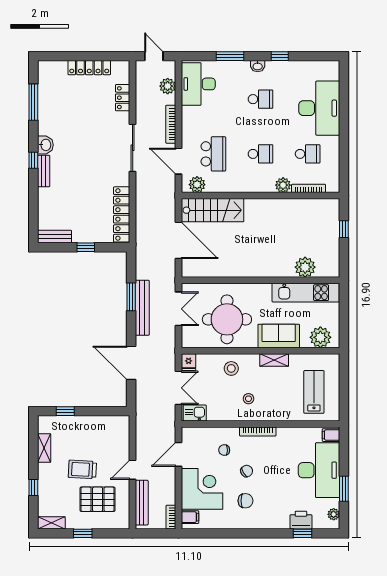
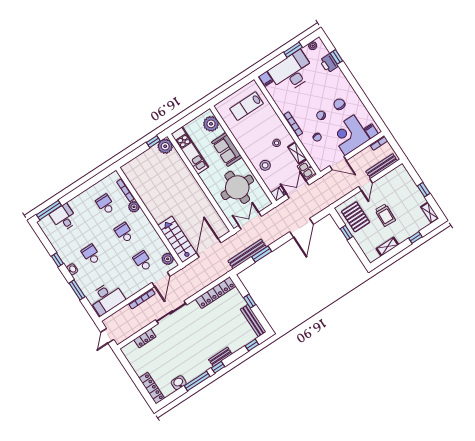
locker: (89, 68) -> (152, 388), moved
window: (344, 84) -> (49, 210), added
plant: (168, 86) -> (120, 316), removed
window: (33, 102) -> (197, 381), moved
desk: (319, 108) -> (64, 218), width x0.53, depth x0.77
washbasin: (45, 145) -> (179, 383), moved
school desk: (213, 154) -> (143, 261), width x0.54
window: (33, 216) -> (252, 345), added
window: (344, 229) -> (153, 142), moved
bench: (55, 237) -> (253, 321), width x1.36
plant: (305, 267) -> (165, 146), moved
bench: (142, 308) -> (247, 254), moved
shelving: (274, 360) -> (297, 153), moved
window: (65, 411) -> (346, 233), moved
door: (133, 470) -> (365, 185), hinge flipped
pallet: (98, 499) -> (356, 217), moved

